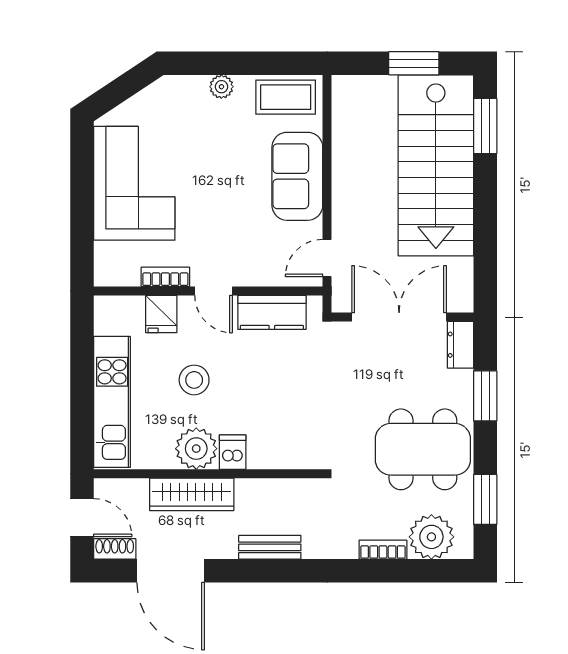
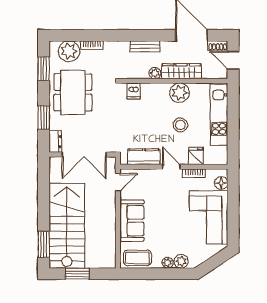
plant: (192, 90) -> (181, 261), added
floor lamp: (107, 256) -> (221, 183), added
dining table: (423, 449) -> (73, 92), turned 90
dishwasher: (233, 452) -> (133, 91), moved
plant: (248, 490) -> (155, 73), added

